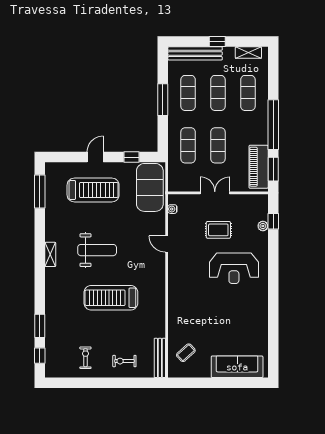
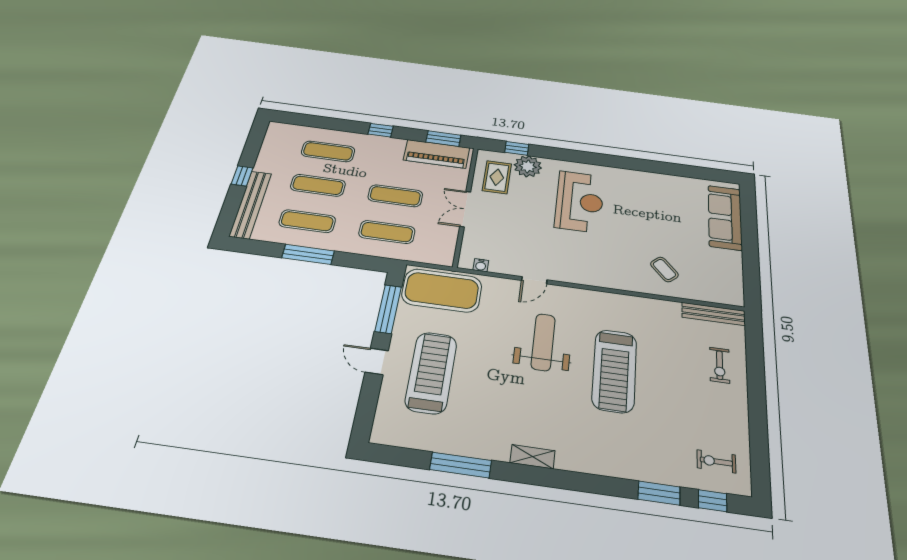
shelving: (248, 53) -> (270, 143), removed
window: (273, 125) -> (381, 130), width x0.32
window: (131, 157) -> (388, 309), width x2.17
window: (40, 191) -> (461, 465), moved
plant: (263, 226) -> (528, 166), width x1.88, depth x1.88
rug: (218, 230) -> (497, 177), moved
weight bench: (97, 250) -> (543, 342), moved
coffee table: (186, 353) -> (664, 269), moved
exercise bike: (85, 358) -> (716, 461), moved

